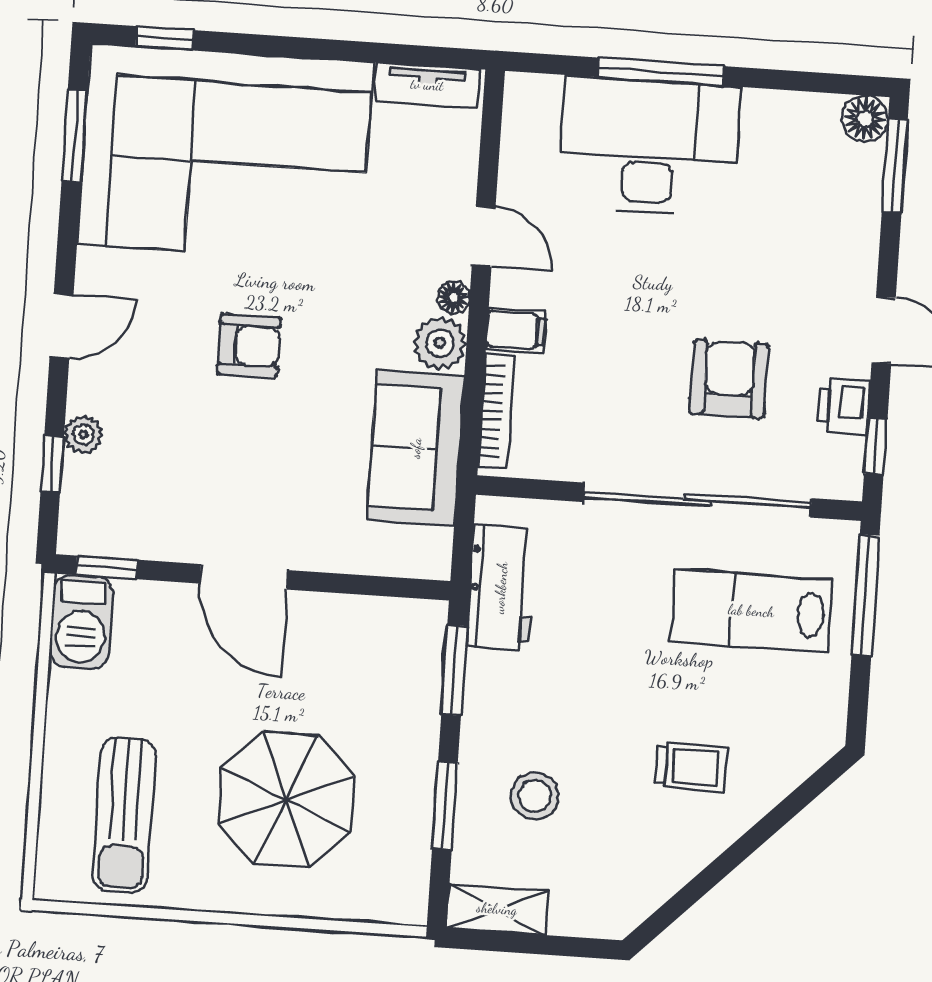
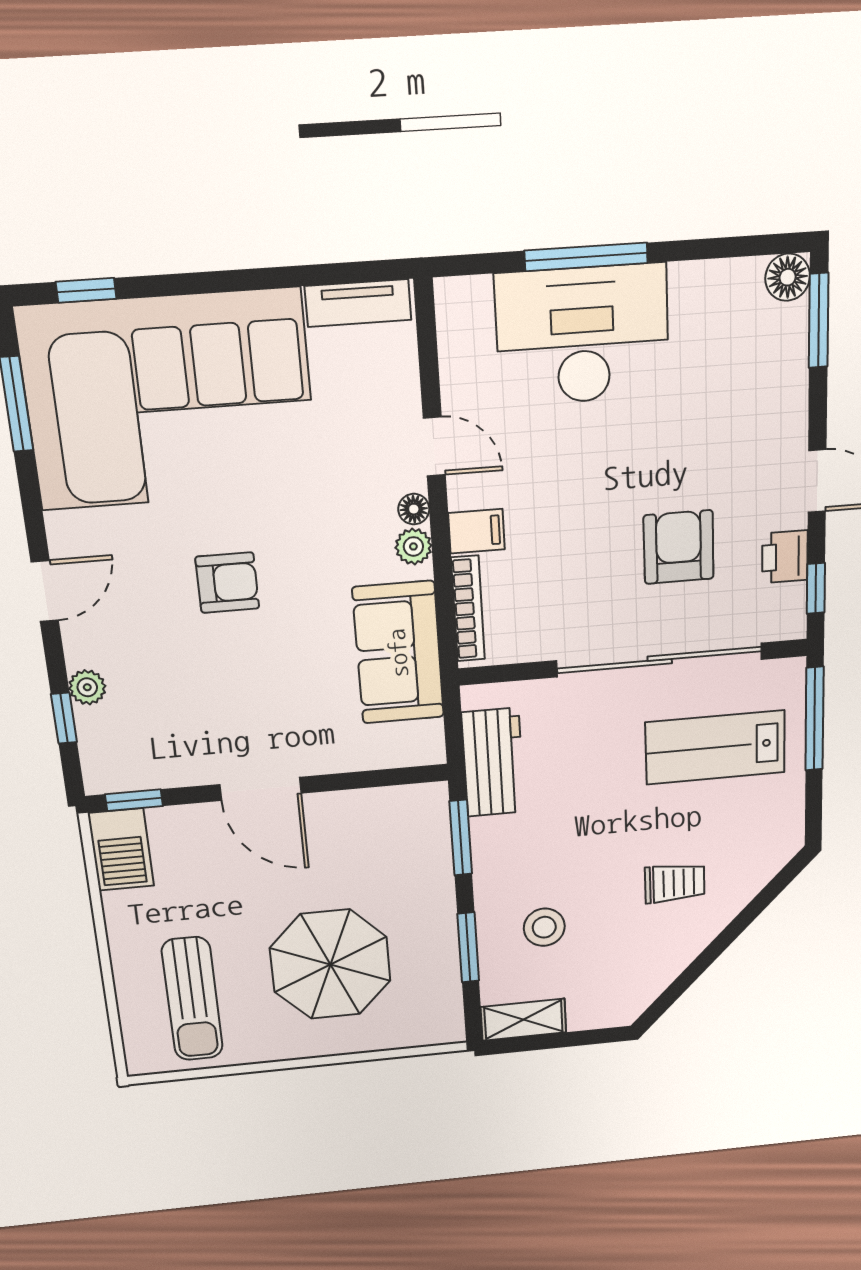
plant: (440, 343) -> (413, 546), width x0.73, depth x0.73

